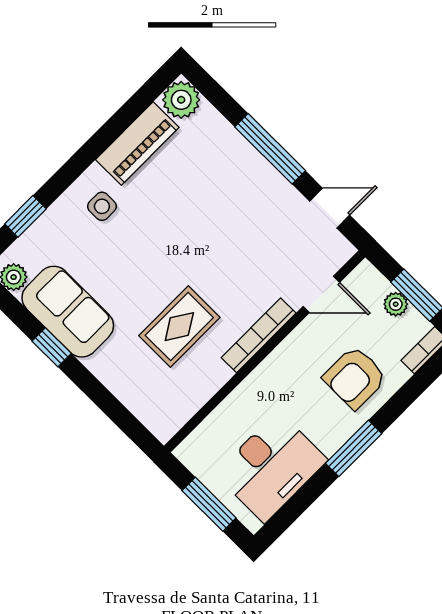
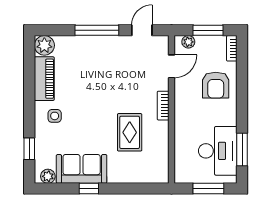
plant: (396, 304) -> (188, 42), moved
bookcase: (259, 335) -> (163, 106), width x0.64
window: (354, 448) -> (242, 149), moved

